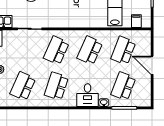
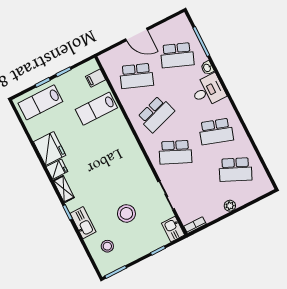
school desk: (90, 50) -> (156, 114), turned -42
door: (152, 65) -> (137, 35), hinge flipped

